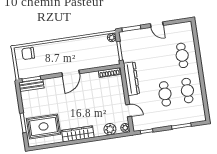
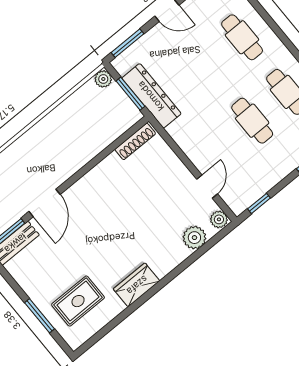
door: (71, 73) -> (45, 203), moved
dresser: (131, 79) -> (151, 96), moved
door: (129, 111) -> (207, 187), hinge flipped
rug: (43, 126) -> (78, 301), width x0.73, depth x0.70
wardrobe: (78, 134) -> (137, 285), width x0.67

